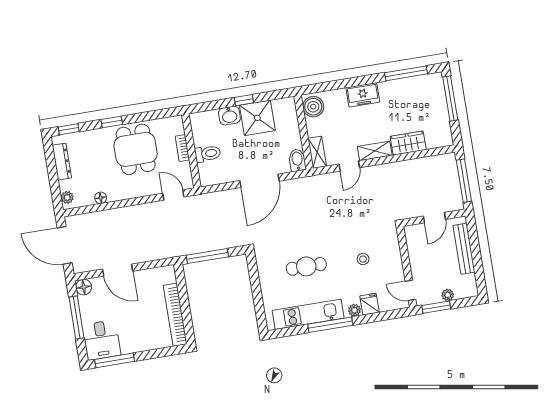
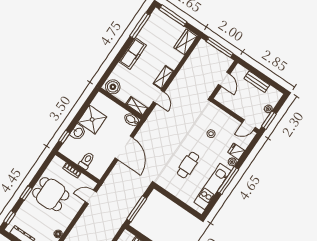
freezer: (363, 95) -> (133, 53), width x1.40
window: (244, 100) -> (64, 137), moved
wardrobe: (408, 143) -> (186, 42), moved
bench: (464, 249) -> (257, 82), width x0.73

